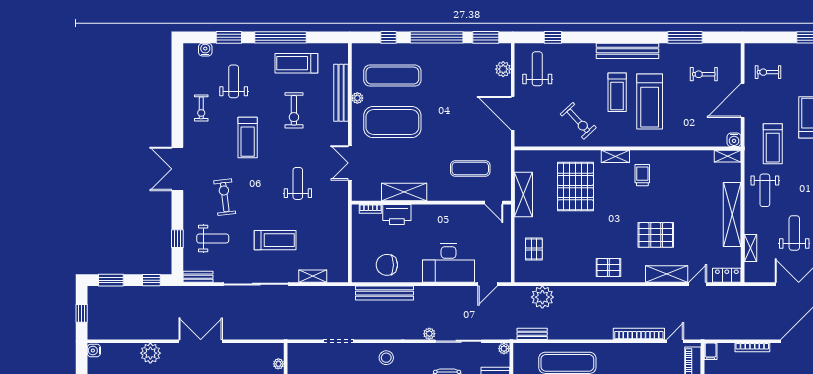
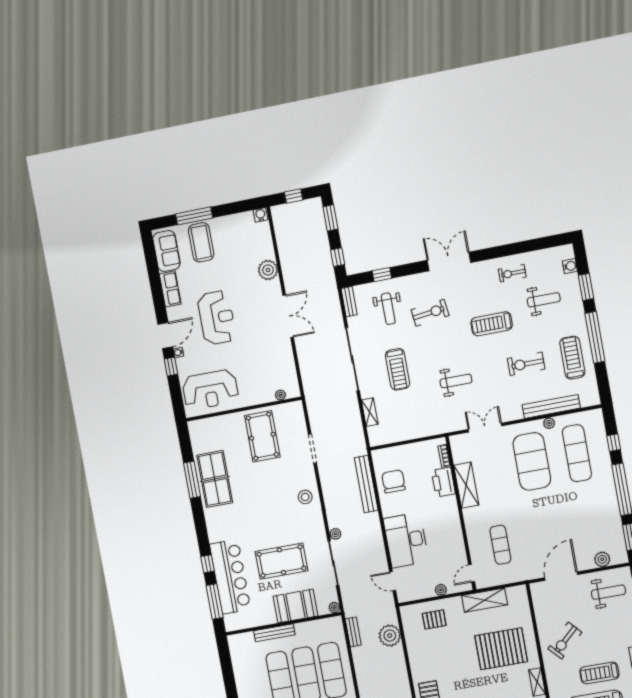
plant: (505, 237) -> (441, 590), added

